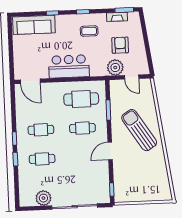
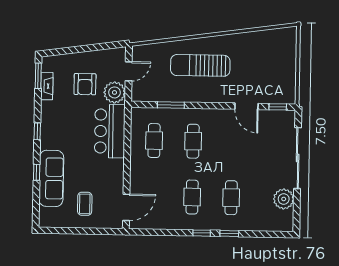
sofa: (34, 25) -> (51, 178), moved
coffee table: (89, 31) -> (85, 204), moved
armchair: (120, 45) -> (85, 84), turned -90
bar counter: (69, 66) -> (110, 131), moved
cafe table: (81, 99) -> (154, 141), width x0.73, depth x0.74
sun lounger: (139, 130) -> (200, 65), turned 33
door: (110, 151) -> (246, 106), moved

